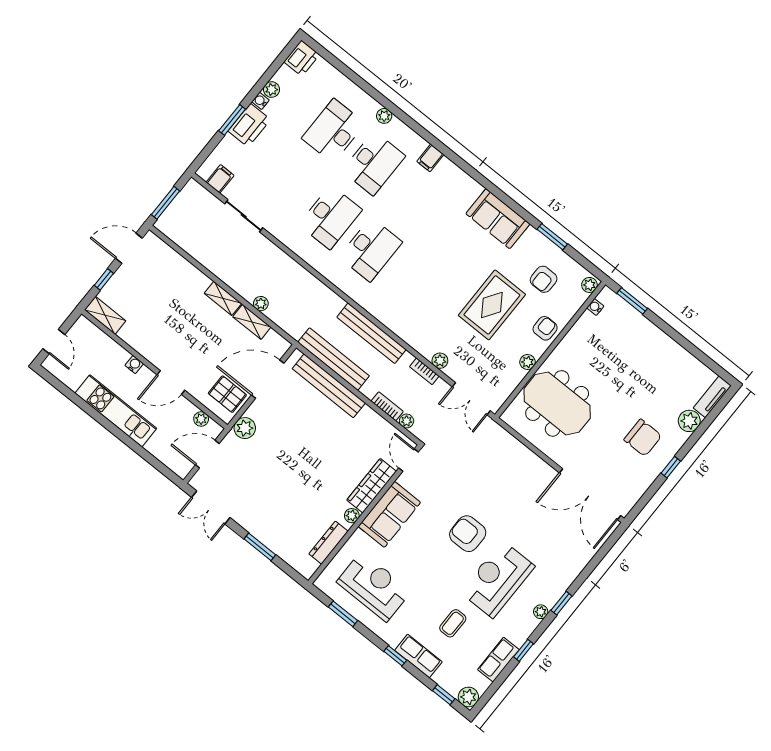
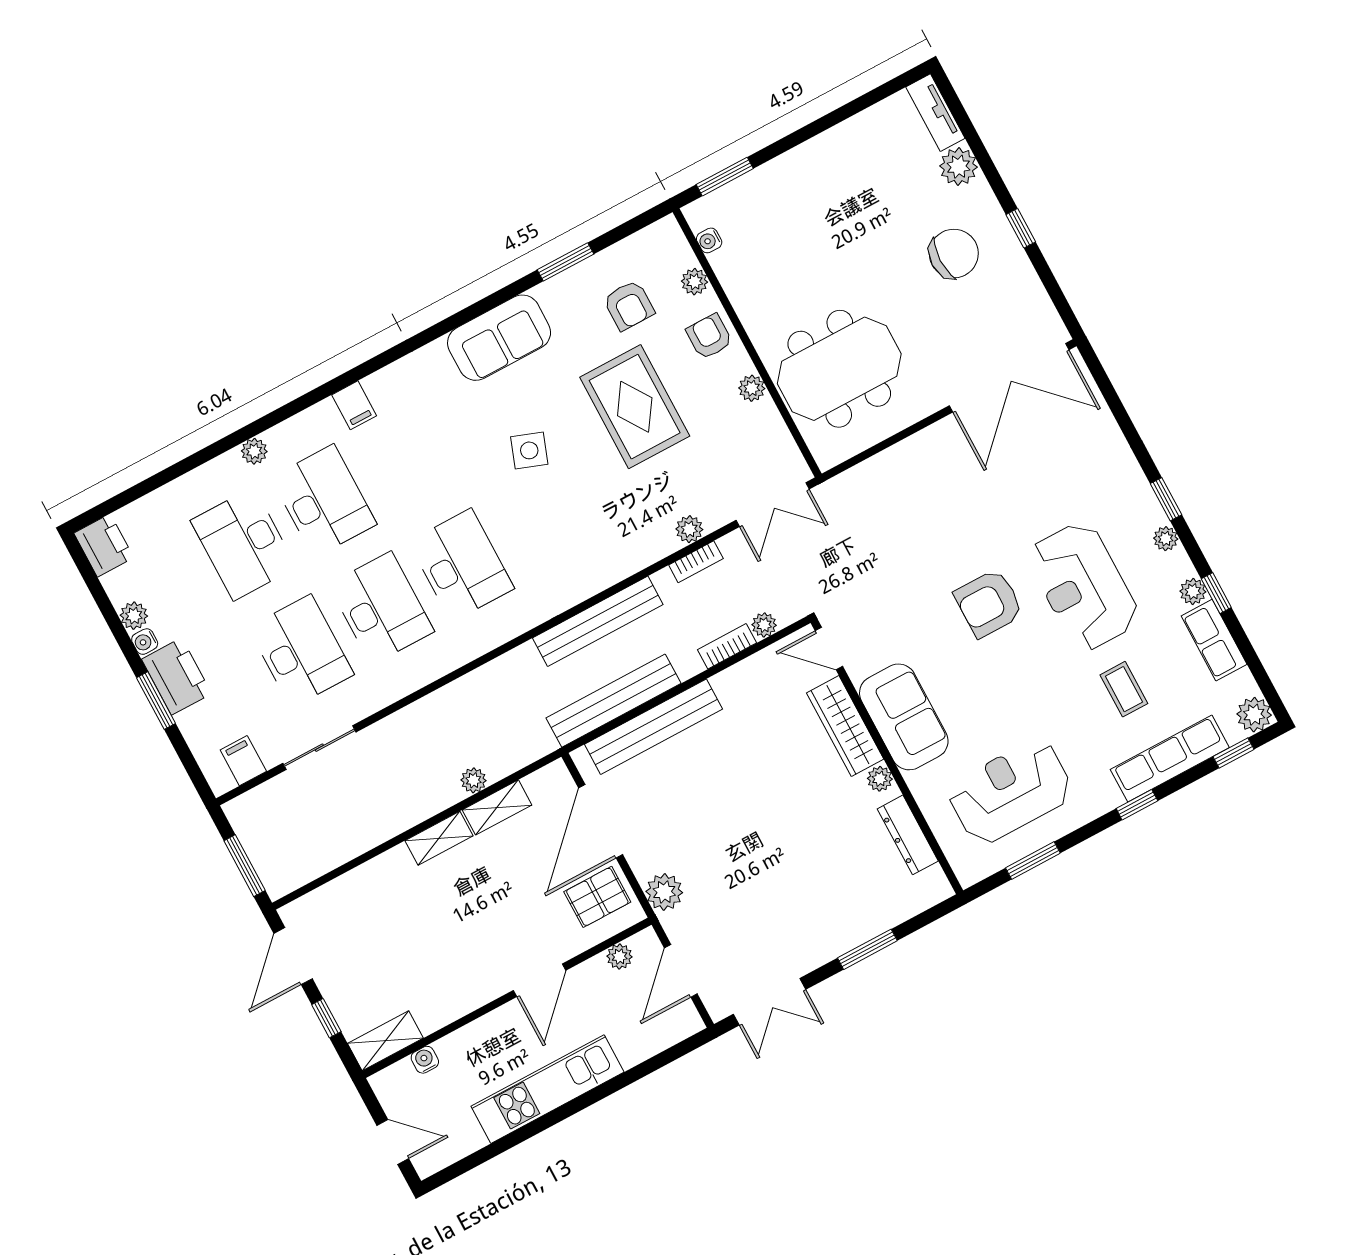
desk: (290, 185) -> (301, 651), added
side table: (446, 259) -> (529, 450), added
plant: (589, 285) -> (695, 282), moved
water cooler: (134, 364) -> (425, 1060), moved
plant: (519, 638) -> (1193, 591), added
row of seats: (418, 656) -> (1170, 758), width x1.48

